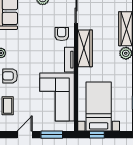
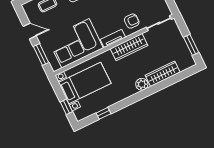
window: (97, 135) -> (66, 107), moved

